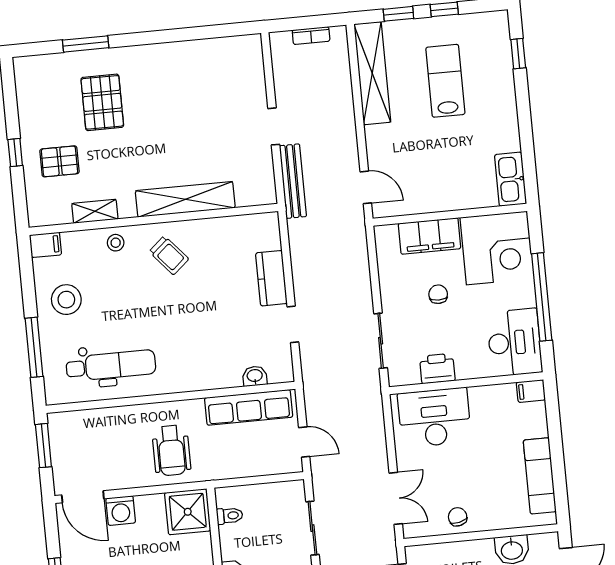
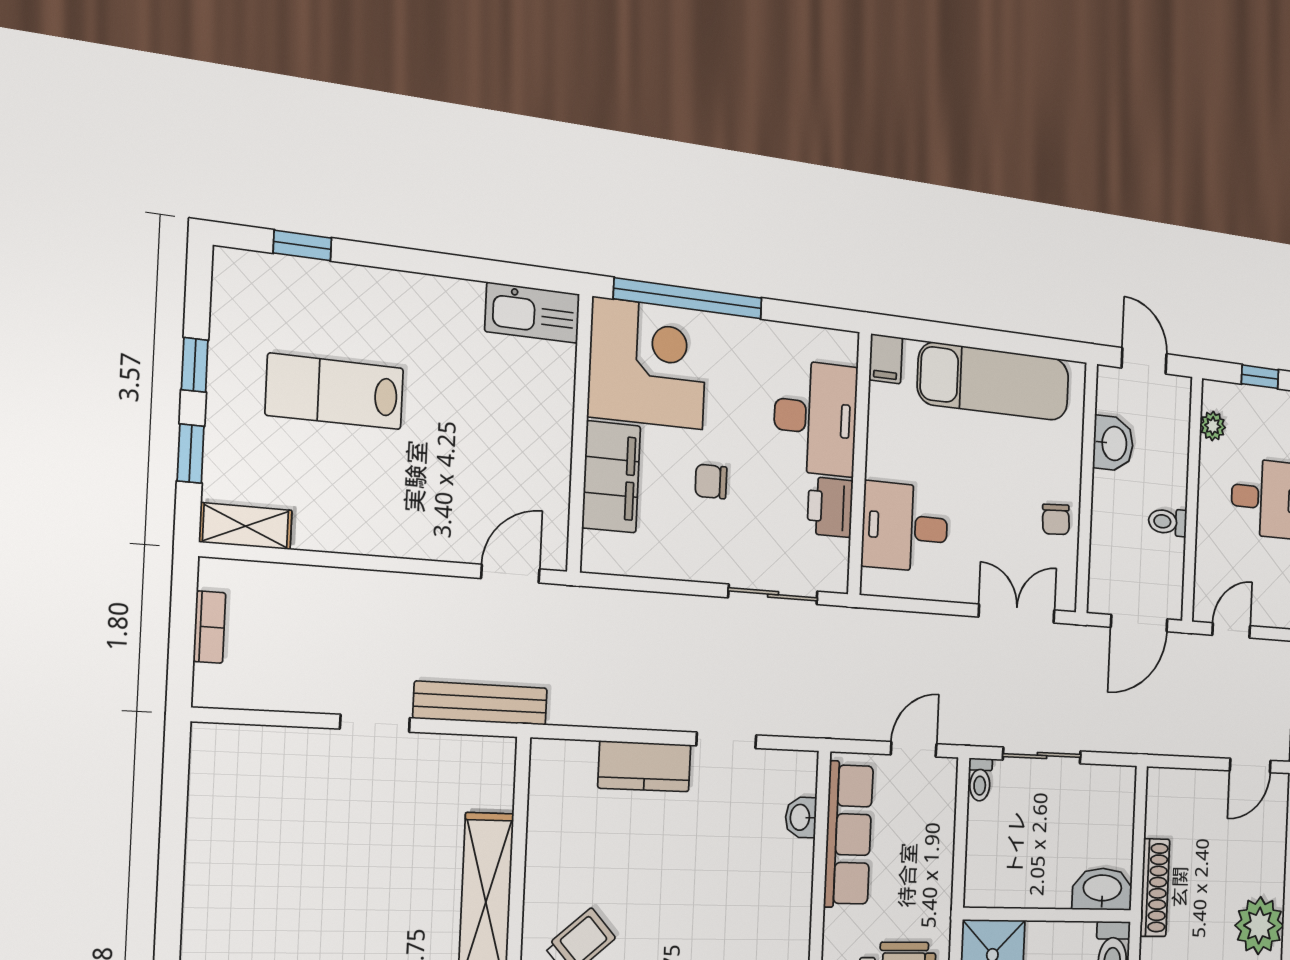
shelving: (372, 73) -> (246, 526), width x0.45, depth x0.75
window: (542, 297) -> (688, 298), moved
desk: (514, 342) -> (815, 418), moved, turned 90
desk: (434, 418) -> (905, 527), width x0.73
exam couch: (540, 476) -> (994, 381), width x1.36, depth x1.45
toilet: (230, 516) -> (980, 780), moved, turned 180
chair: (458, 517) -> (1056, 519), turned -80

